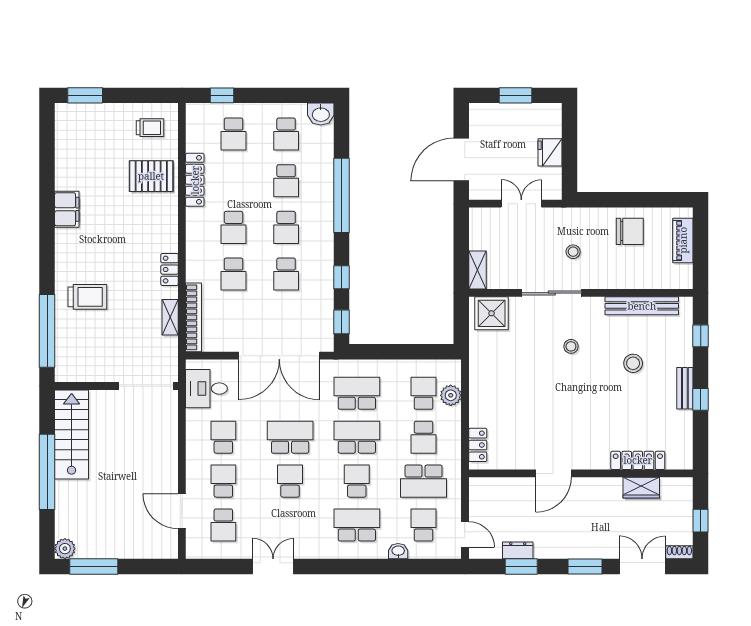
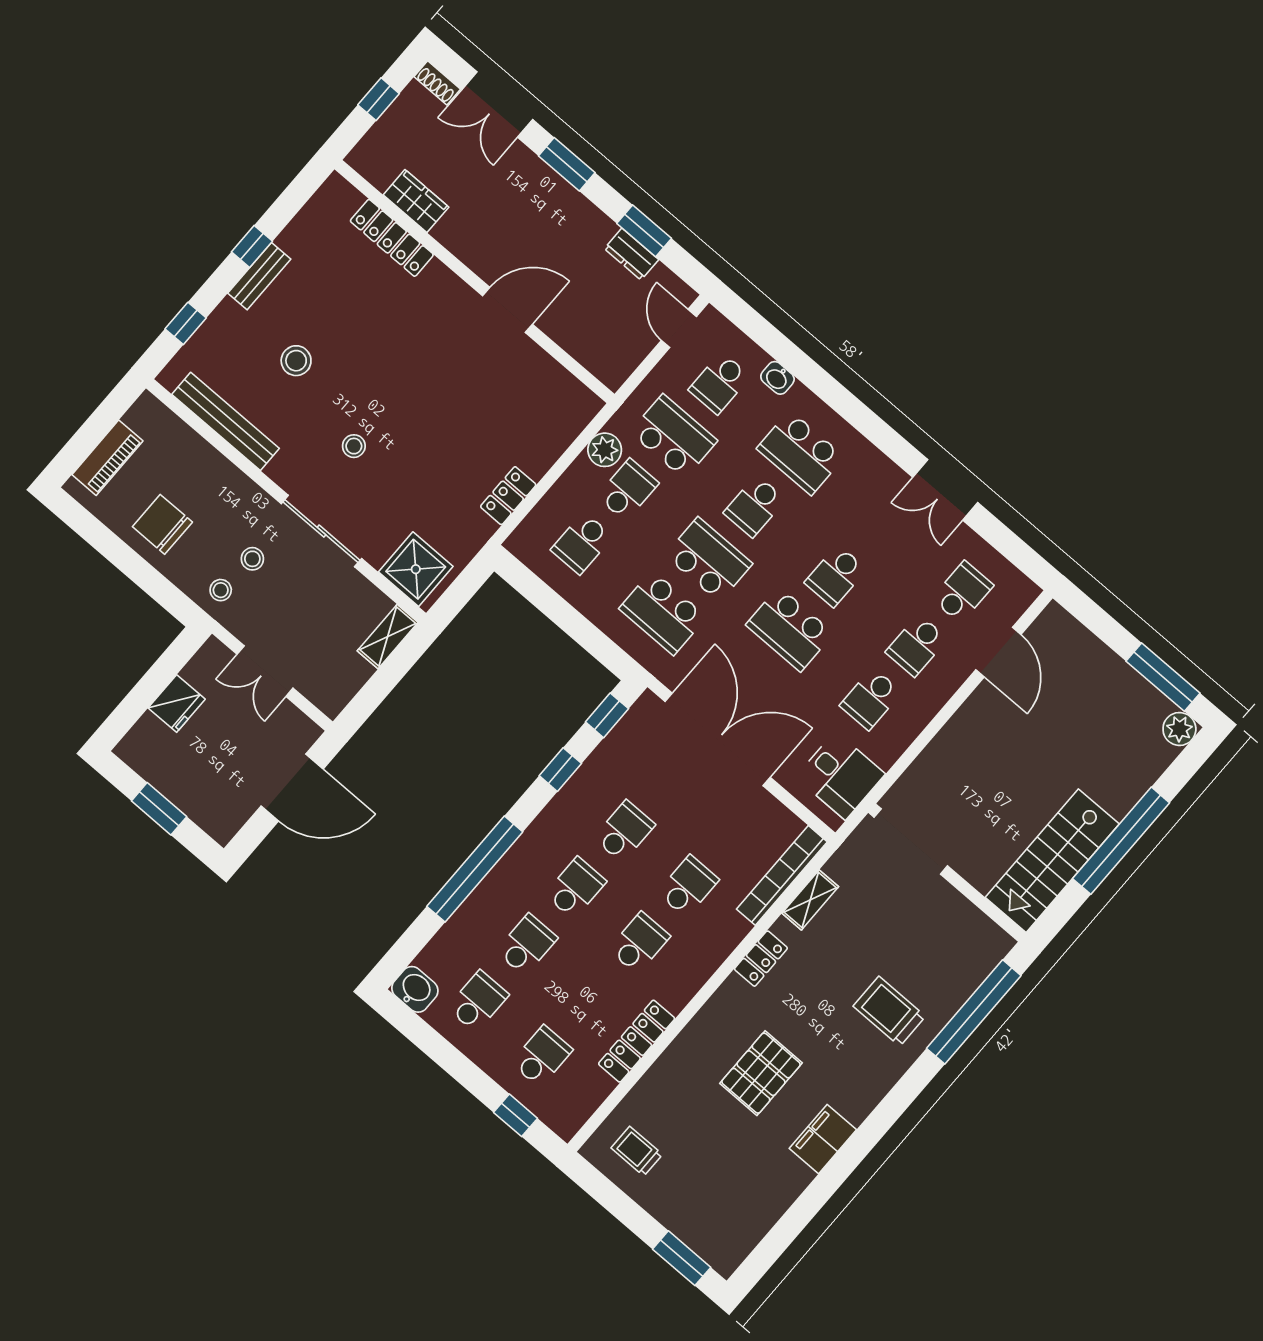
pallet: (151, 176) -> (761, 1073), moved, turned 90
stool: (575, 224) -> (221, 590), added
plant: (451, 395) -> (605, 450), moved
school desk: (357, 437) -> (709, 559), turned 180
locker: (478, 445) -> (508, 496), moved

